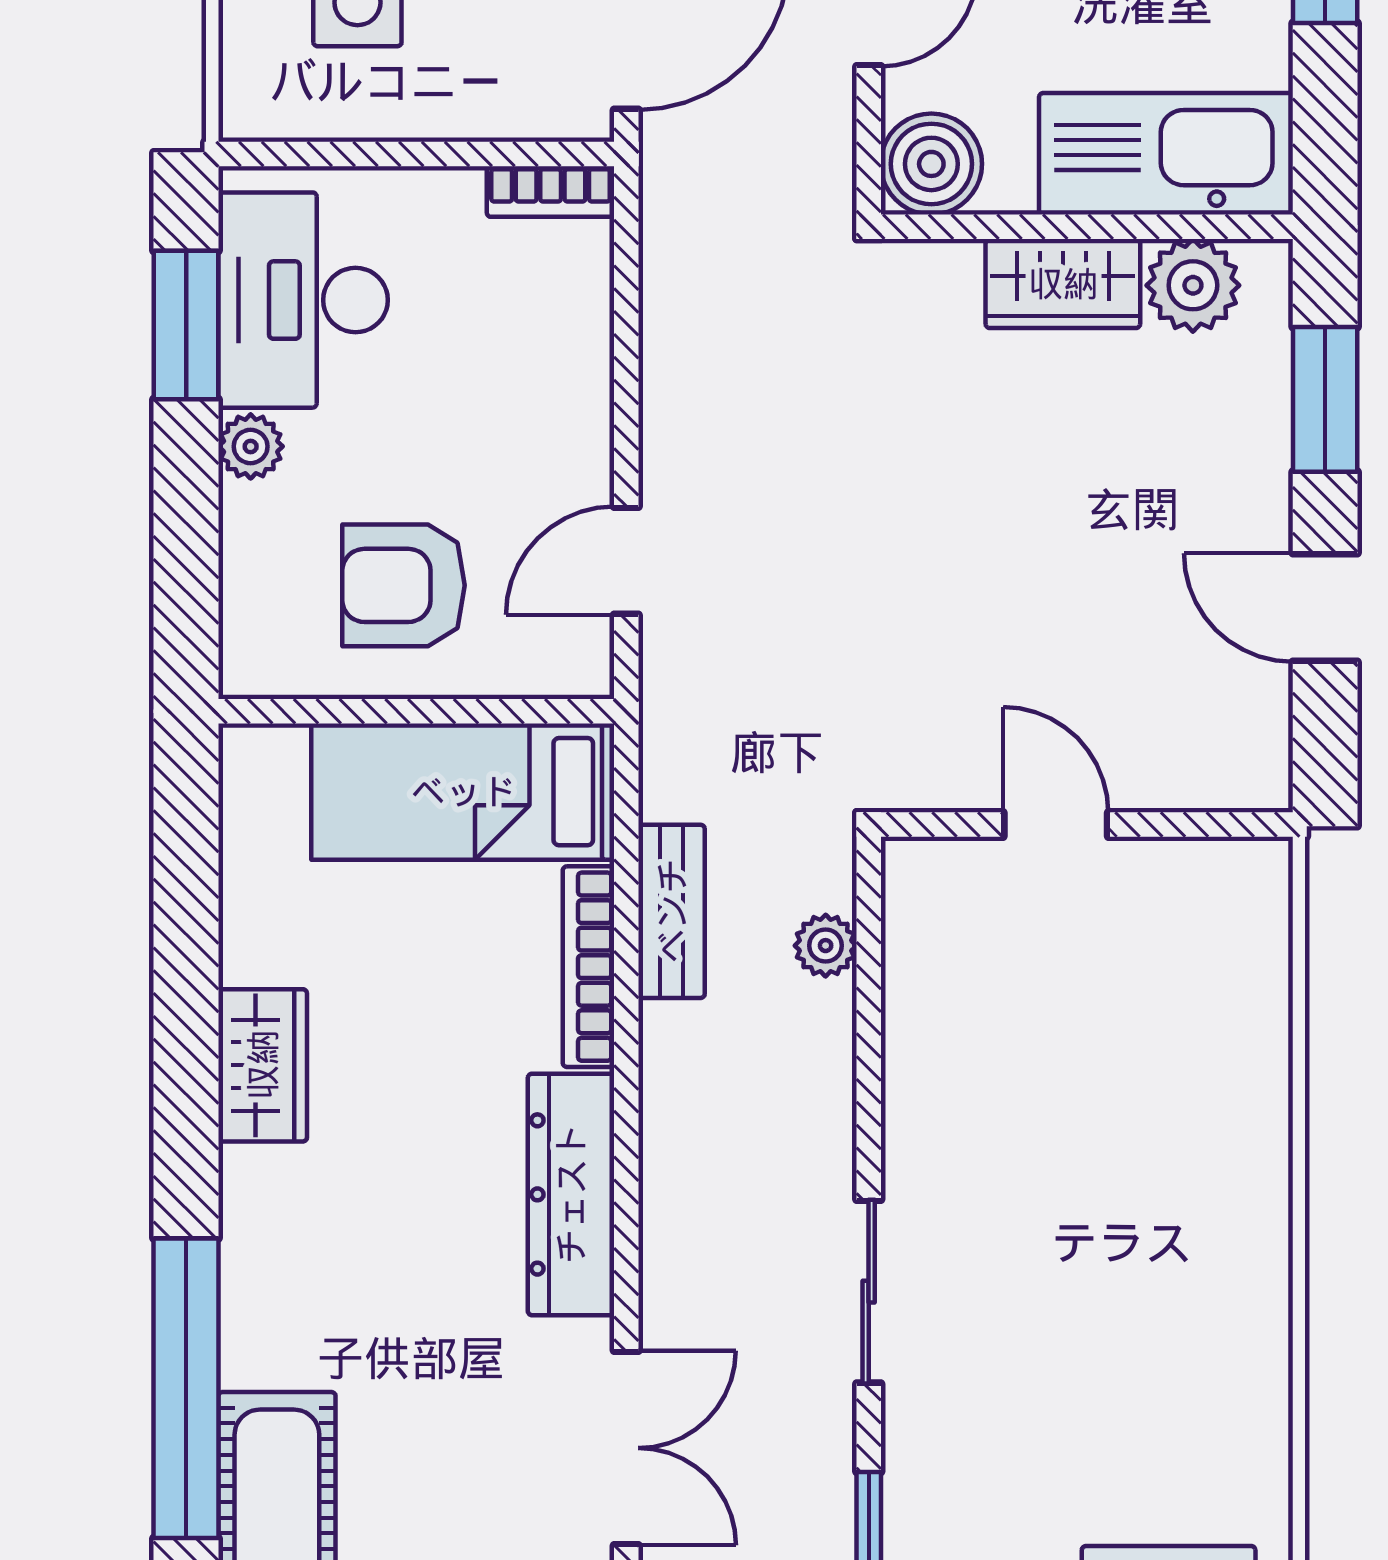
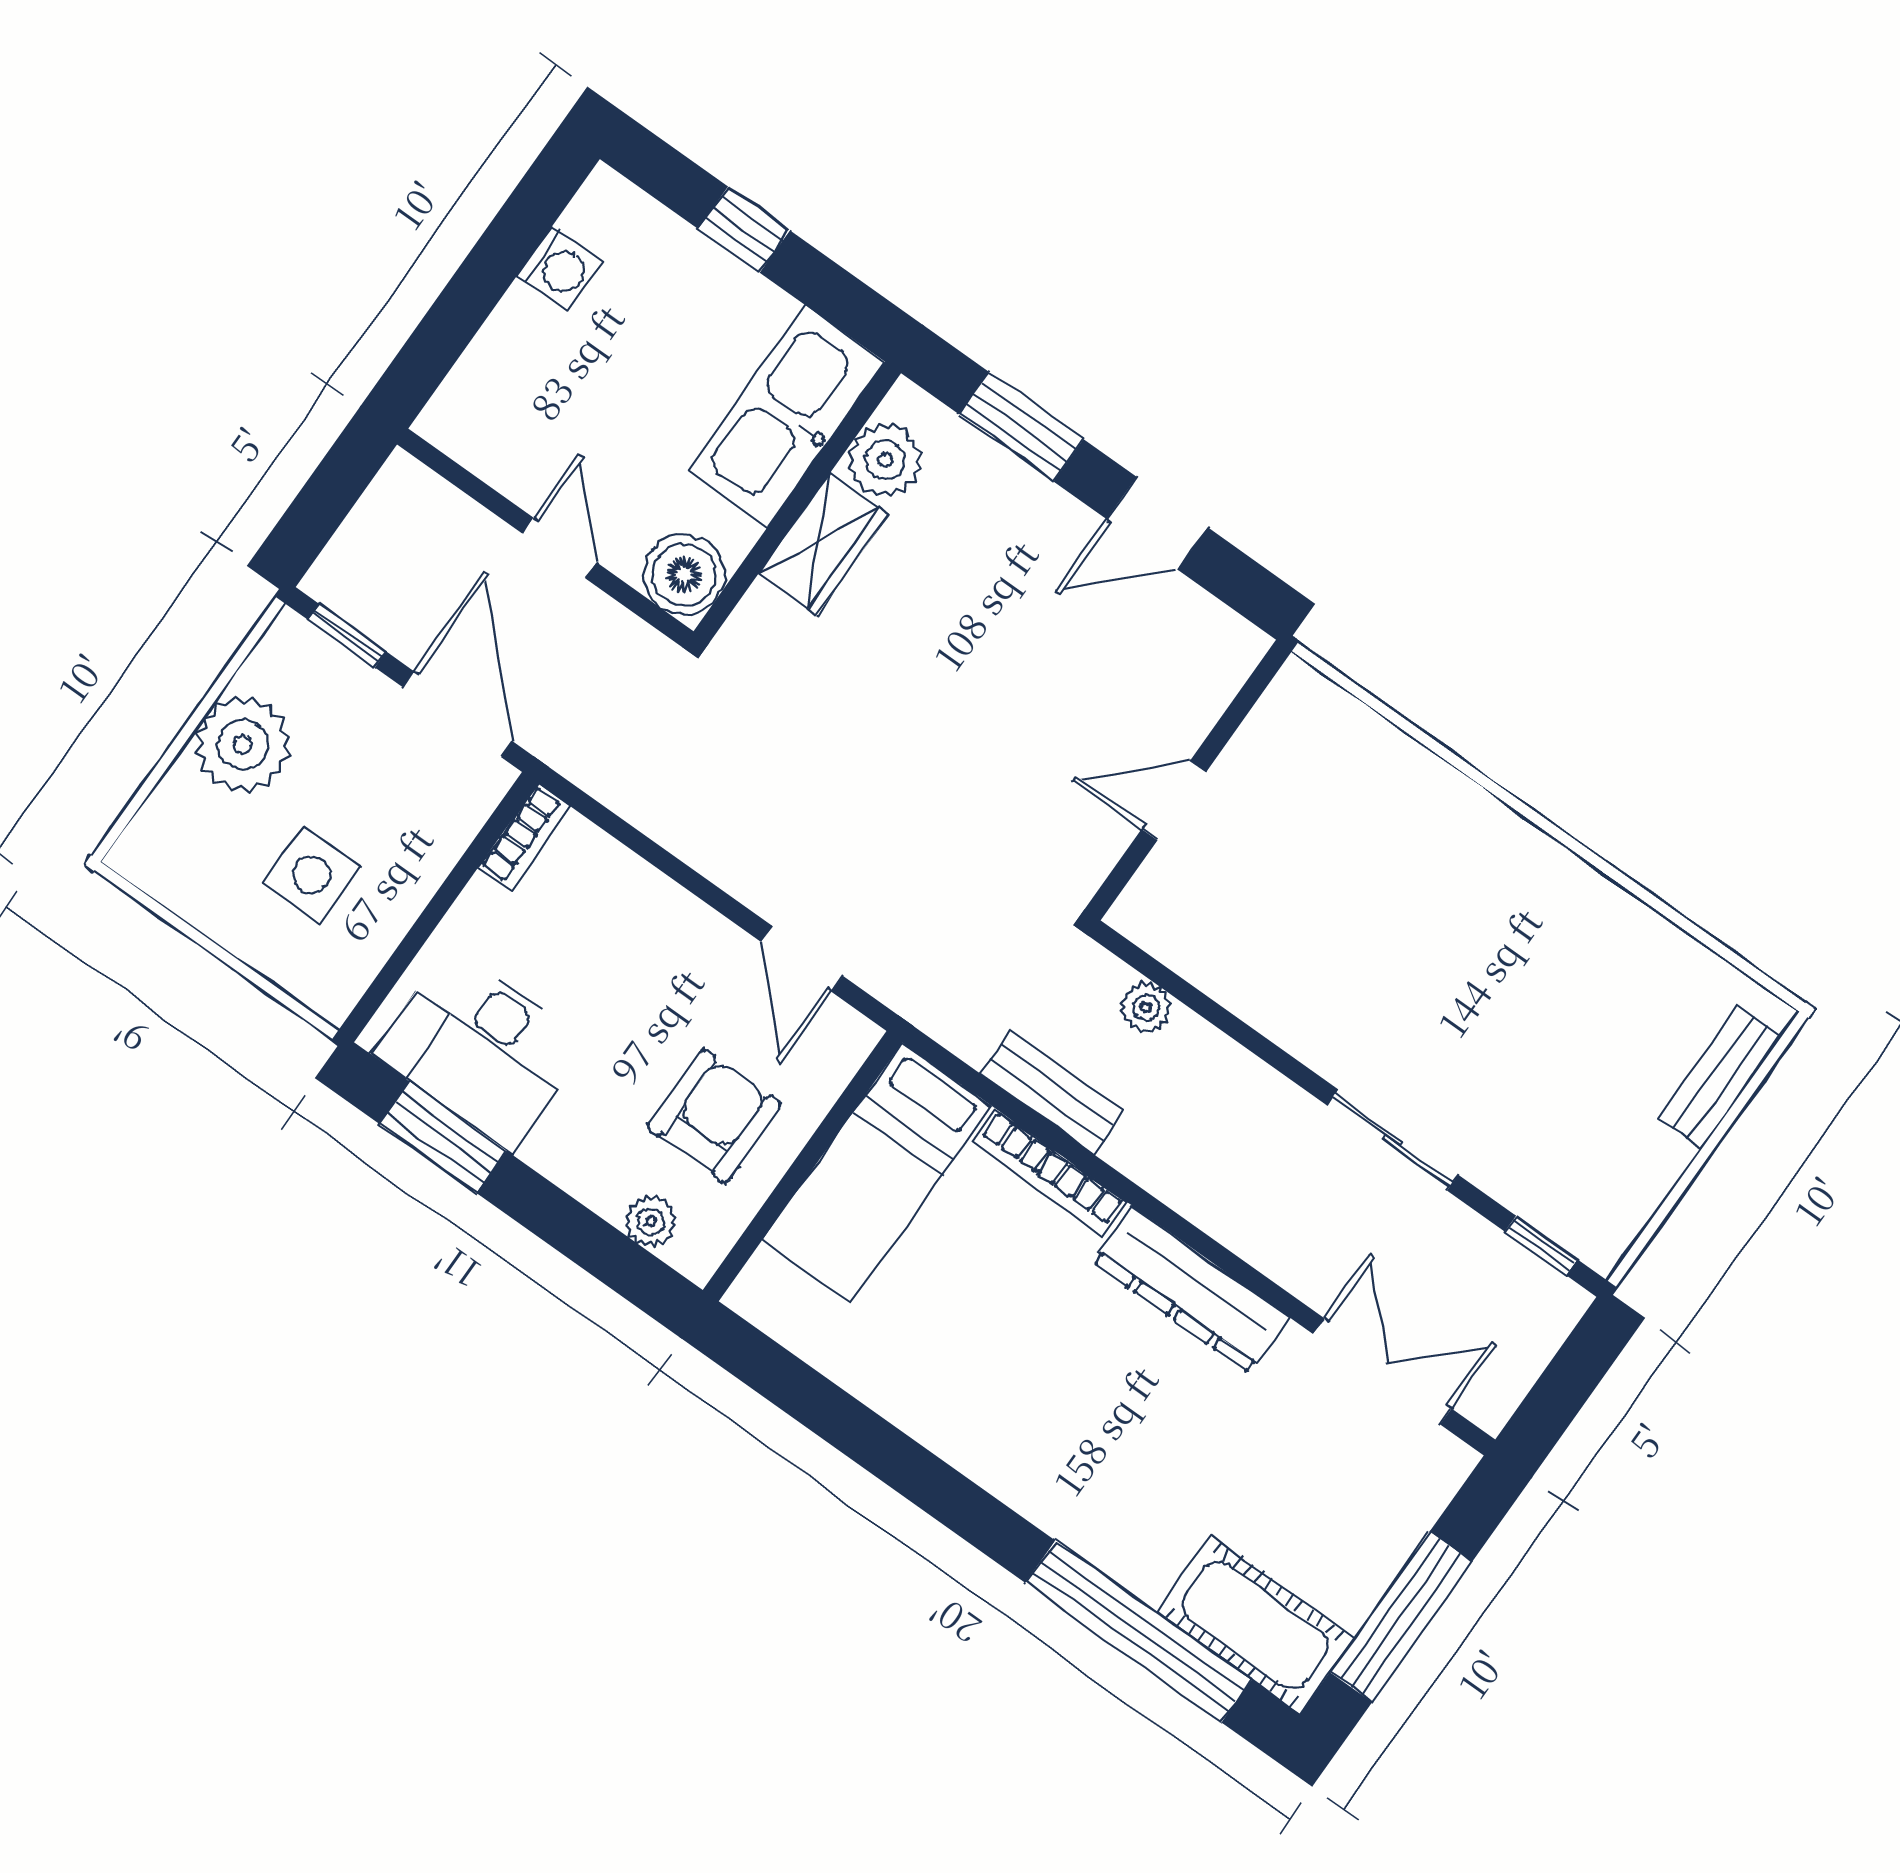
plant: (251, 446) -> (651, 1221), moved
armchair: (404, 585) -> (714, 1116), turned 180
wardrobe: (263, 1065) -> (963, 1431), removed

